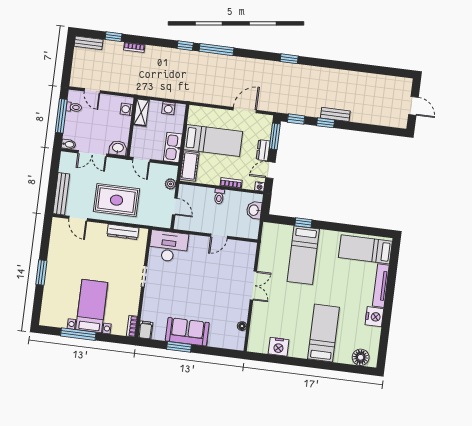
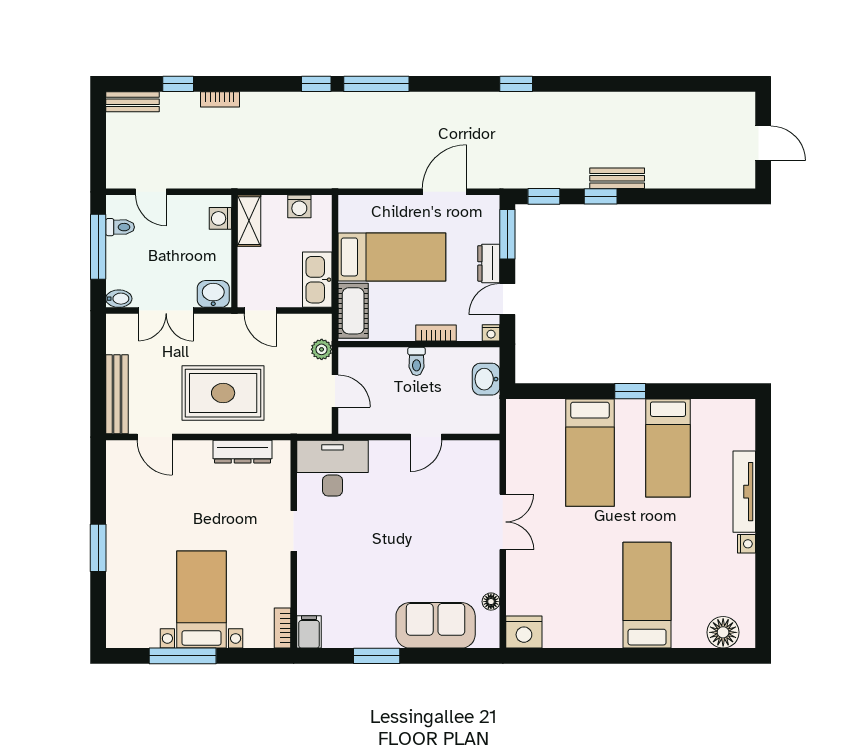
window: (303, 223) -> (630, 391), moved
bed: (365, 249) -> (668, 448), moved, turned -90
nightstand: (374, 317) -> (746, 544), width x0.53, depth x0.56
sofa: (187, 332) -> (436, 625), moved
nightstand: (279, 347) -> (524, 632), moved

